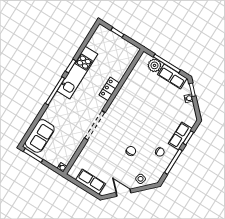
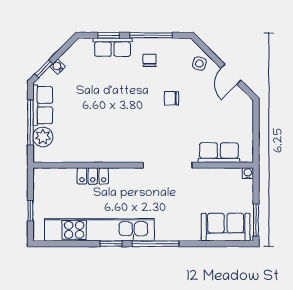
kitchen unit: (77, 73) -> (99, 230), width x1.36
locker: (109, 89) -> (93, 176), moved
row of seats: (91, 182) -> (219, 153), moved, turned 90

